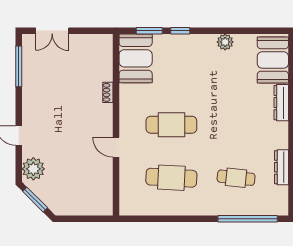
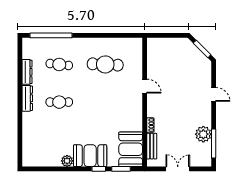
double door: (52, 31) -> (178, 169), moved
booth: (273, 60) -> (90, 156), moved, turned 90
bench: (106, 63) -> (152, 146), added
dresser: (281, 103) -> (27, 98), moved
cafe table: (171, 125) -> (59, 102), moved, width x0.73, depth x0.74
plant: (33, 169) -> (203, 134), moved

